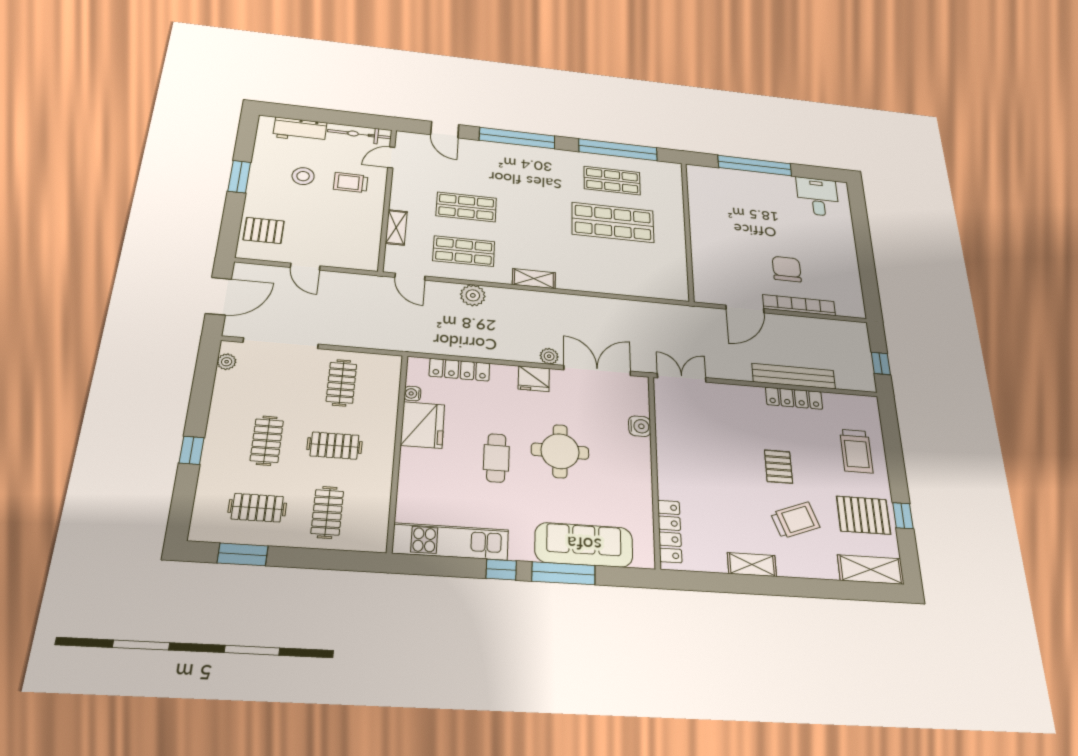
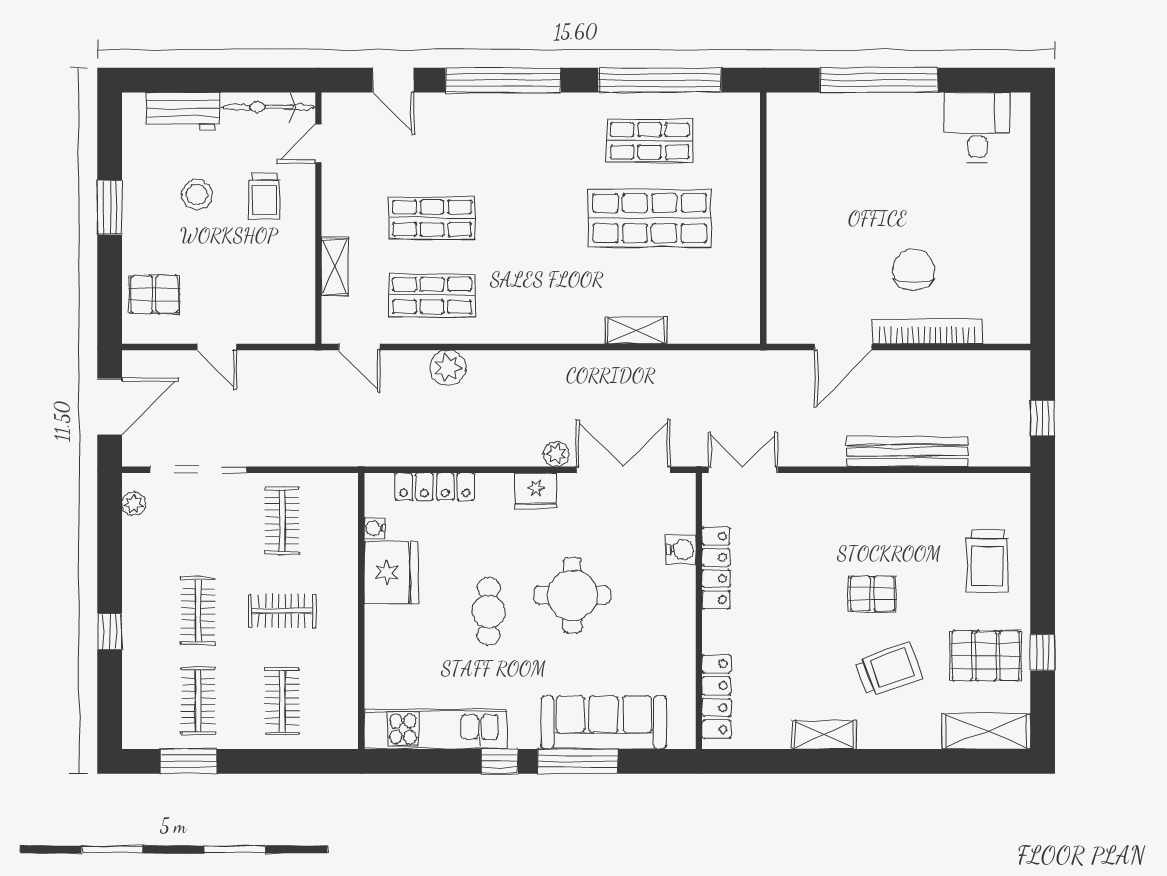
trolley: (351, 182) -> (264, 197), turned -90
shelving: (534, 279) -> (636, 330), moved
locker: (794, 398) -> (716, 568), moved, turned -90
pallet: (778, 467) -> (872, 594), turned 90
clothes rail: (257, 508) -> (198, 701), turned 90

